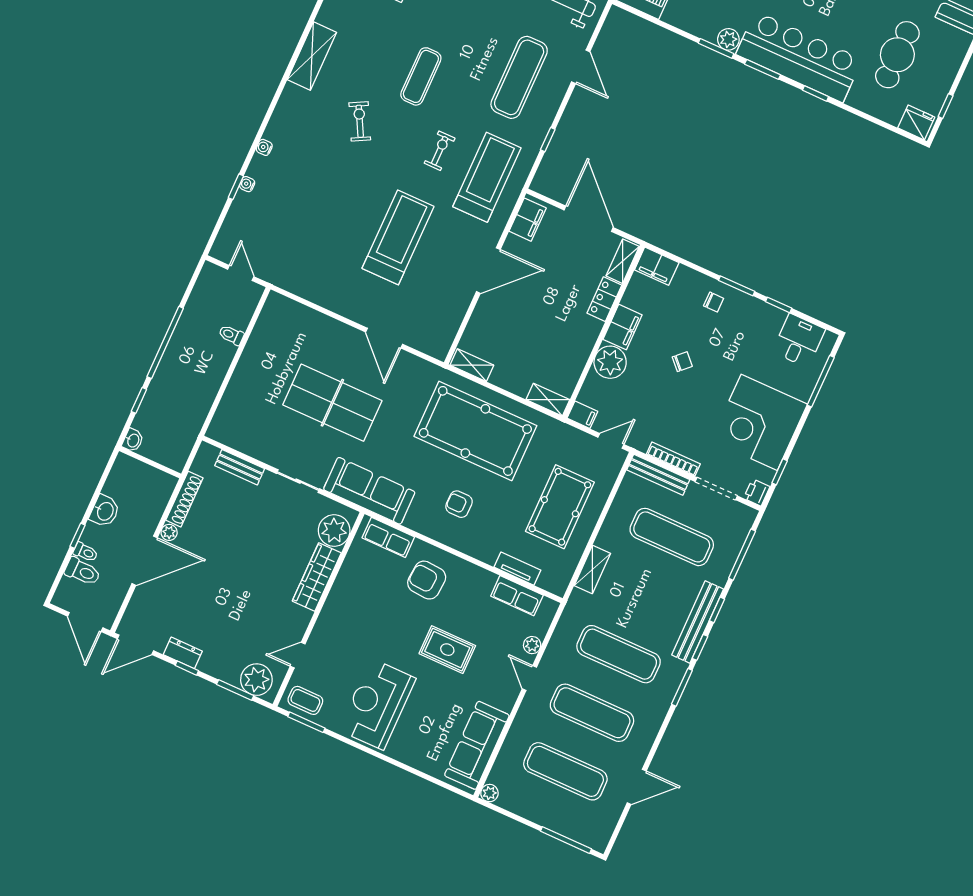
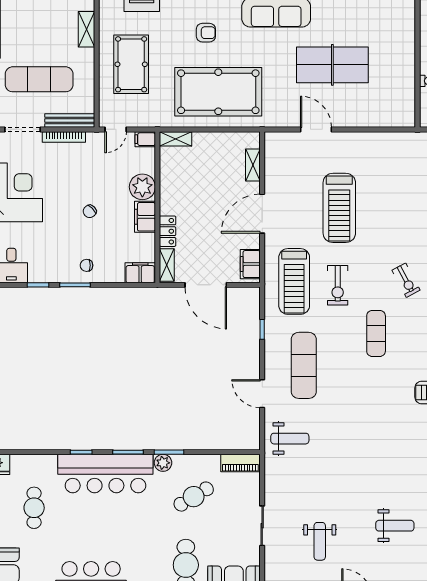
cafe table: (897, 55) -> (34, 508), width x0.73, depth x0.74
exercise bike: (440, 151) -> (338, 285), width x1.38, depth x1.39
shelving: (472, 365) -> (253, 165), moved, turned 90

